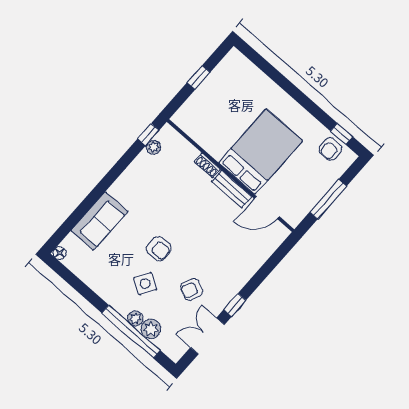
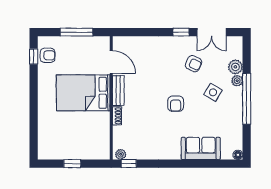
plant: (154, 147) -> (121, 154), moved
armchair: (159, 249) -> (176, 104), moved, turned 180
window: (131, 332) -> (247, 99), moved

